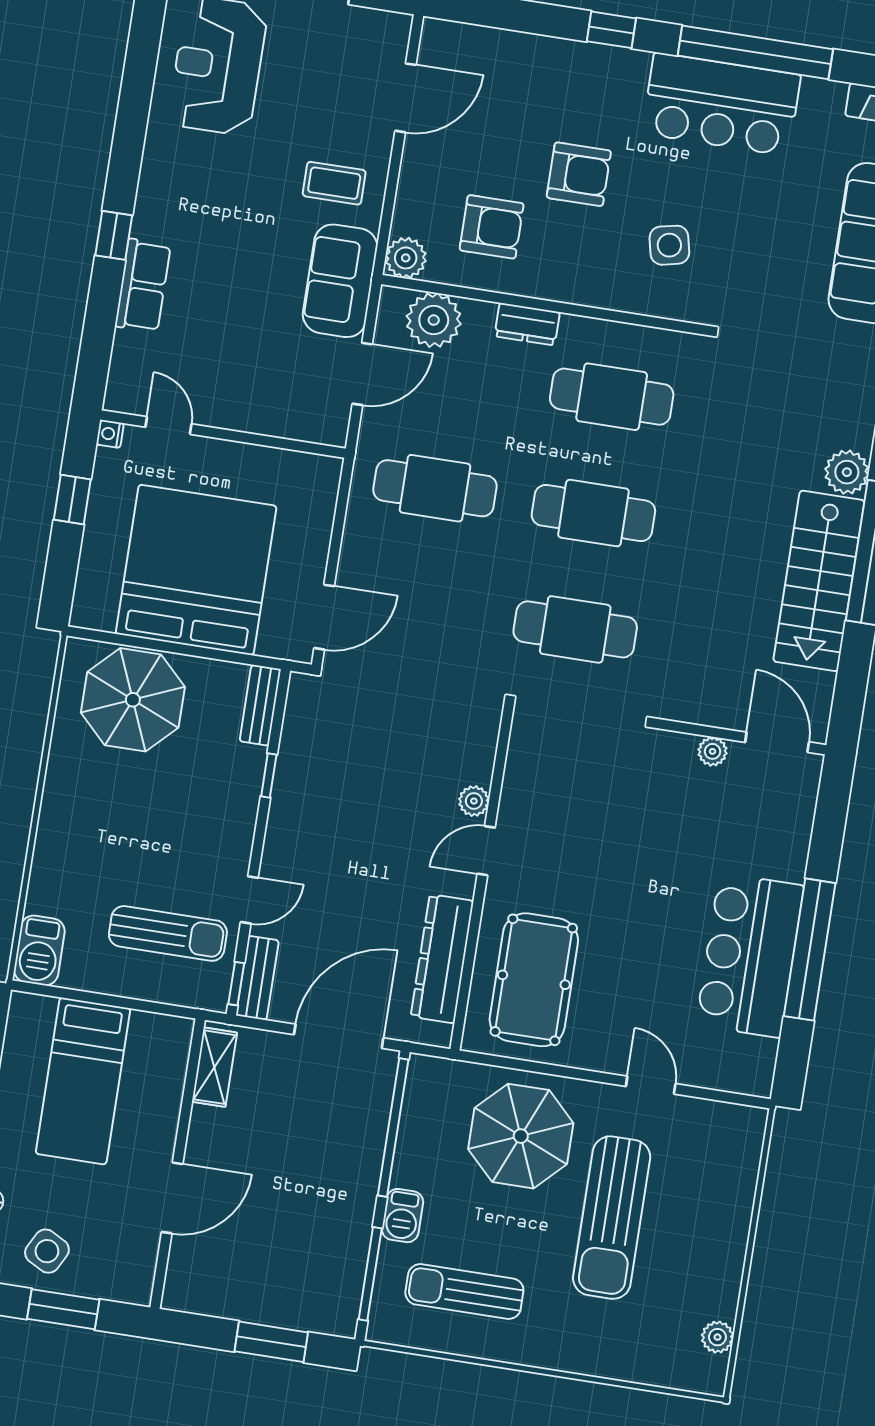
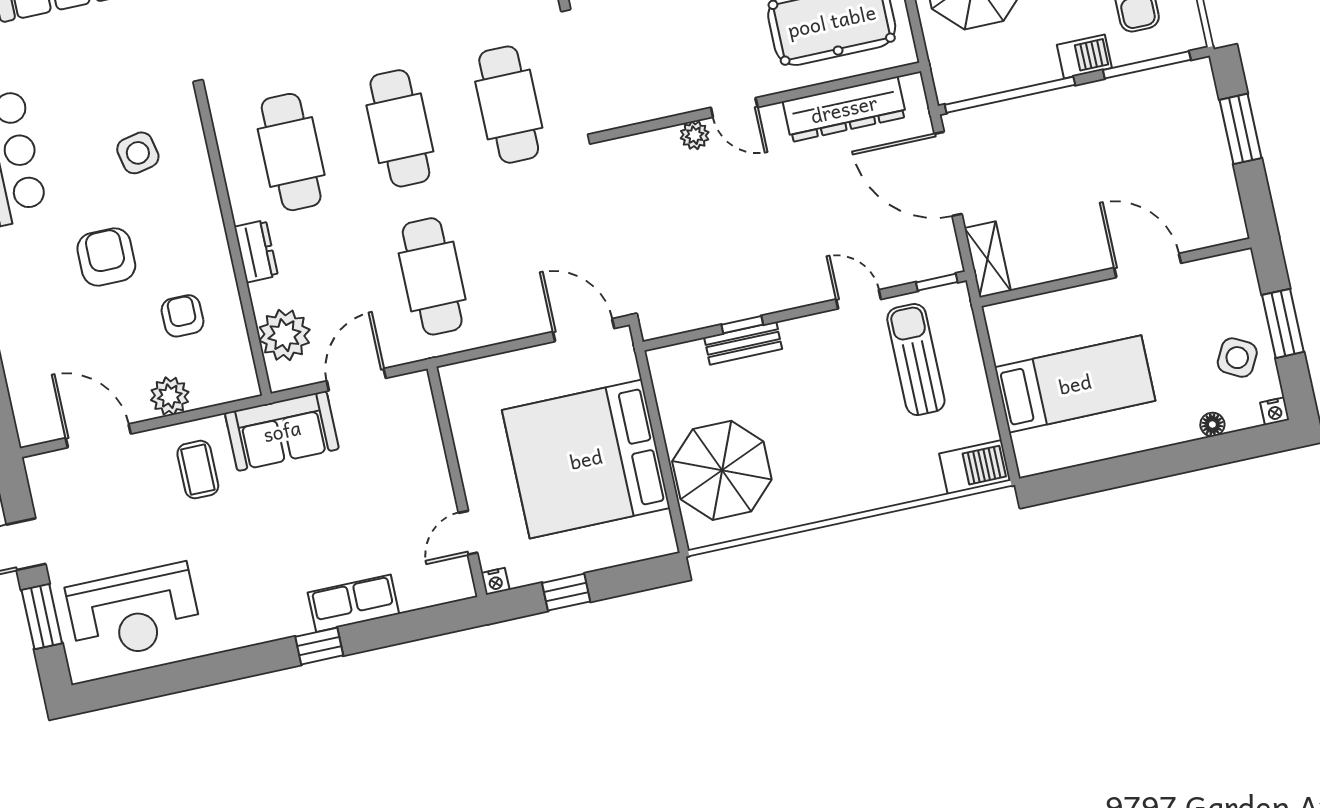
armchair: (492, 227) -> (182, 316), width x0.72, depth x0.72
plant: (406, 258) -> (170, 396), moved
door: (362, 374) -> (356, 380), hinge flipped
bench: (260, 705) -> (743, 343), moved
bench: (257, 978) -> (925, 266), removed
shelving: (214, 1067) -> (988, 259), moved, turned 90

